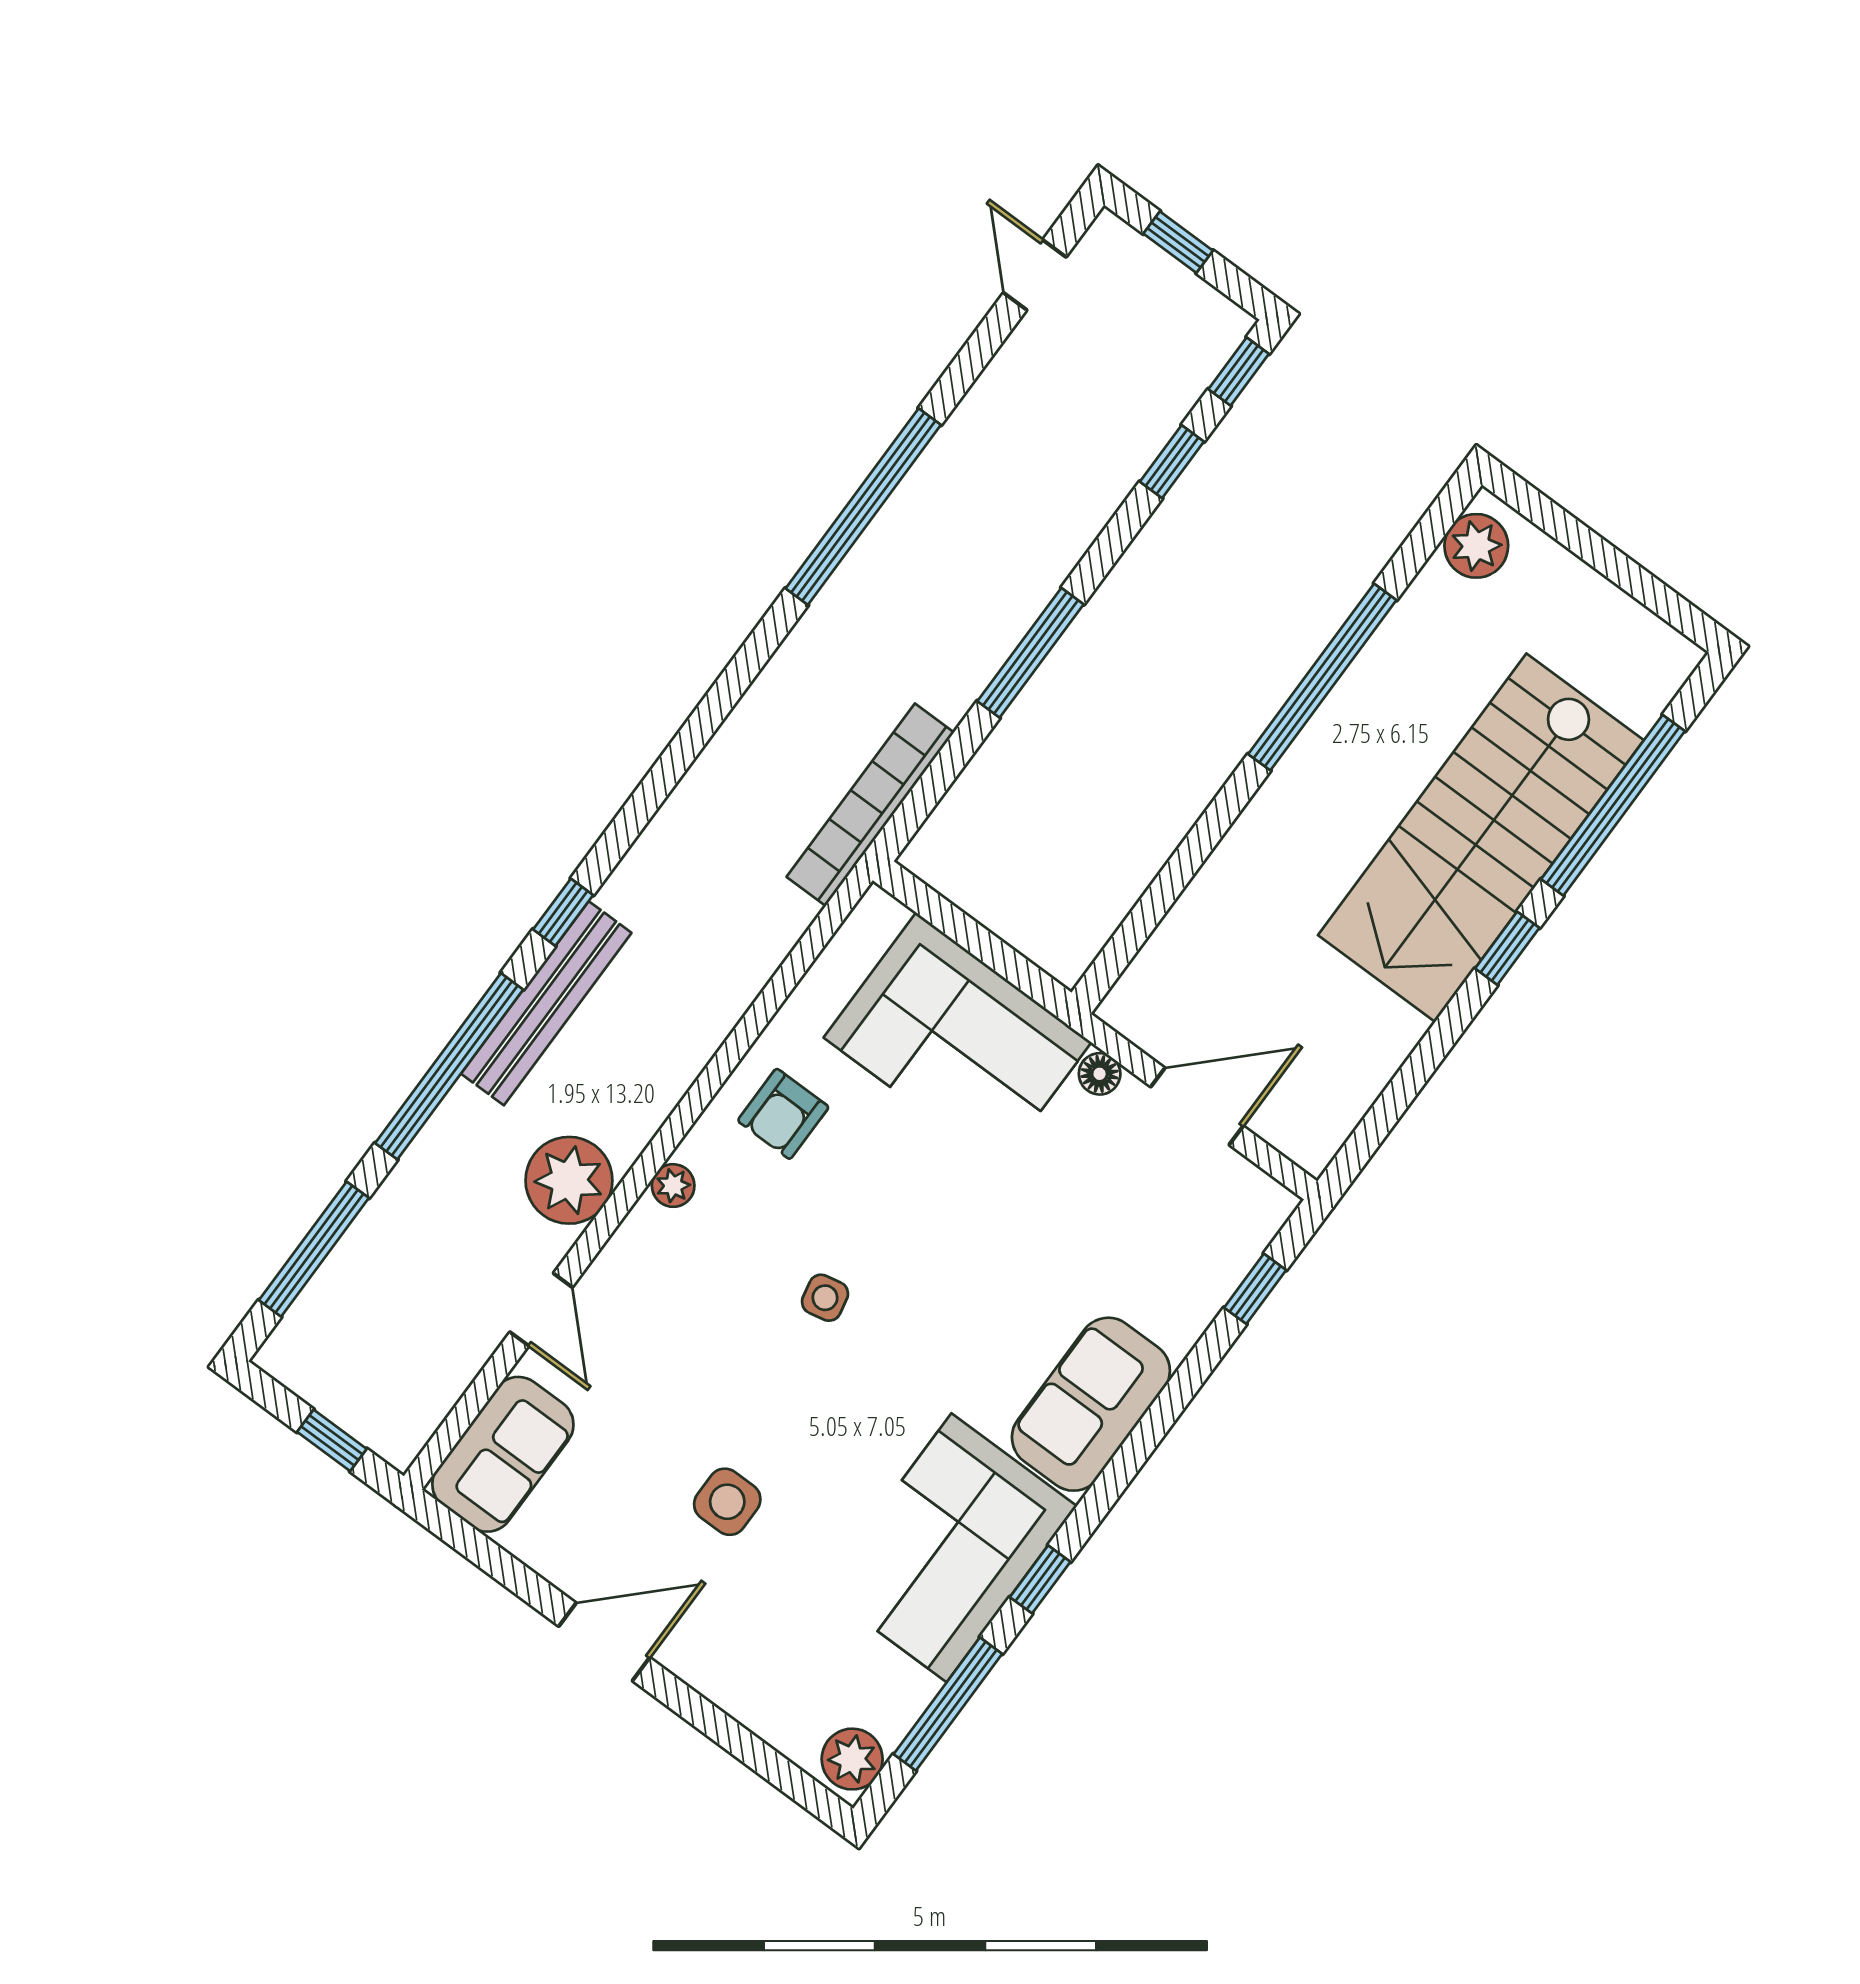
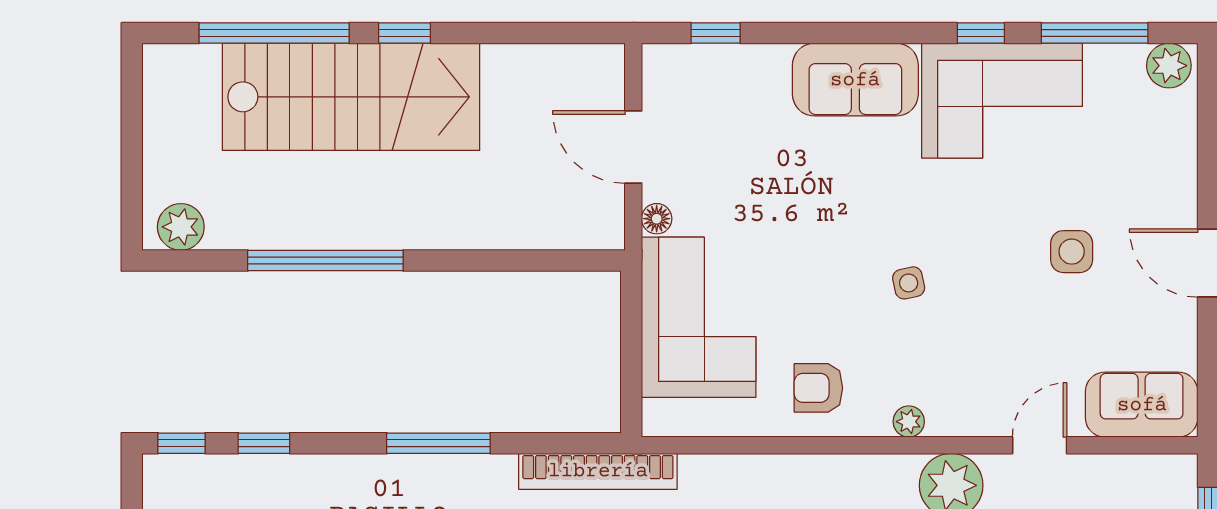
armchair: (783, 1114) -> (818, 388), turned 180

